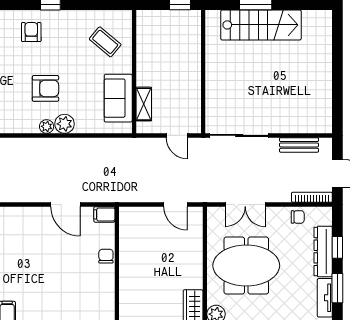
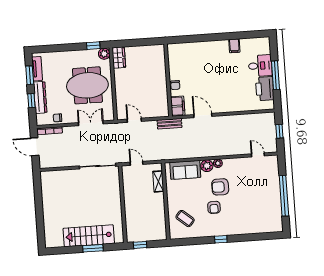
armchair: (31, 32) -> (214, 207), moved
sofa: (118, 98) -> (185, 170), moved, turned 90
bench: (299, 145) -> (169, 124), moved
filing cabinet: (104, 214) -> (178, 106), width x2.00

